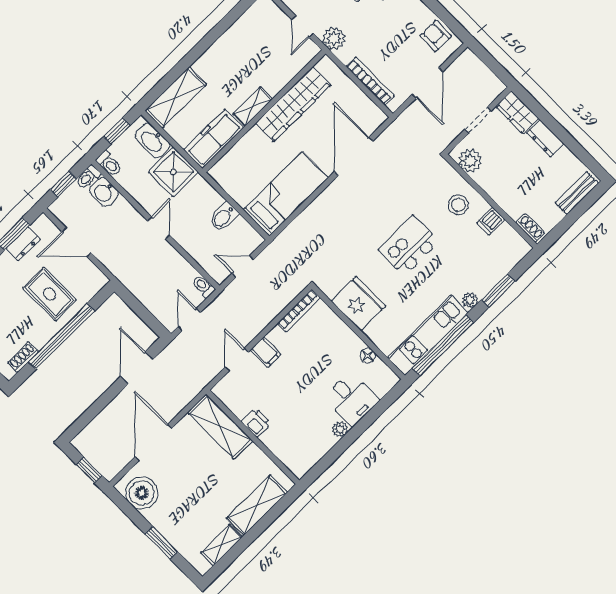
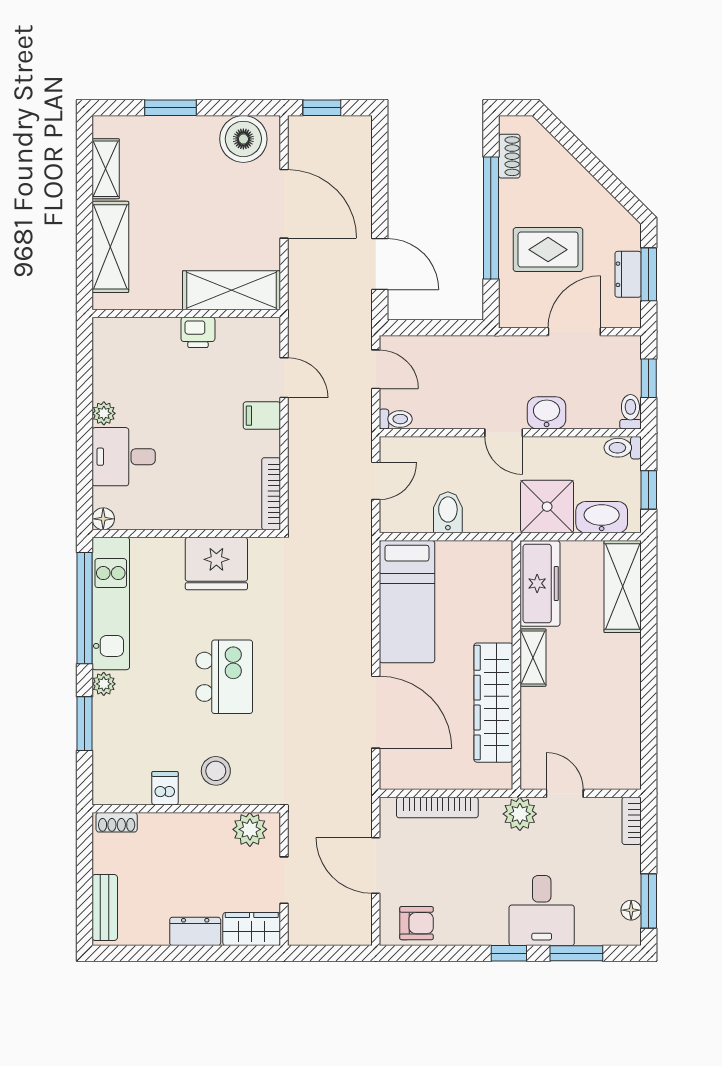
washbasin: (104, 192) -> (547, 413), moved
floor lamp: (368, 356) -> (103, 519), moved

